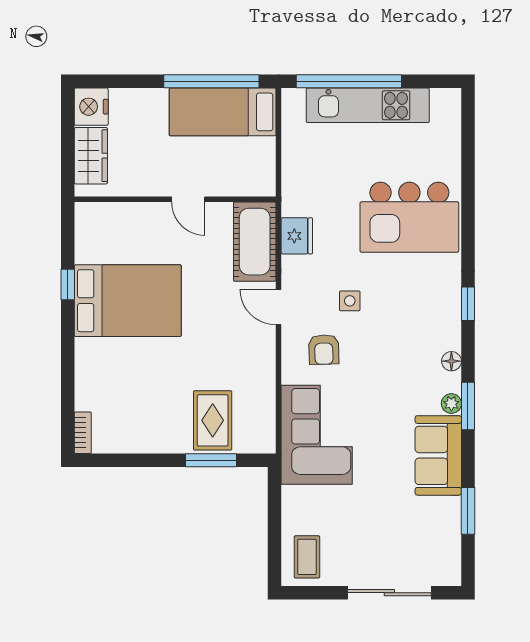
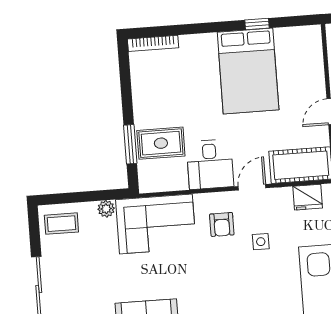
armchair: (324, 350) -> (222, 224), turned -88
desk: (245, 359) -> (210, 164), added
bookcase: (83, 433) -> (153, 43), width x1.56
plant: (292, 498) -> (106, 209), added

